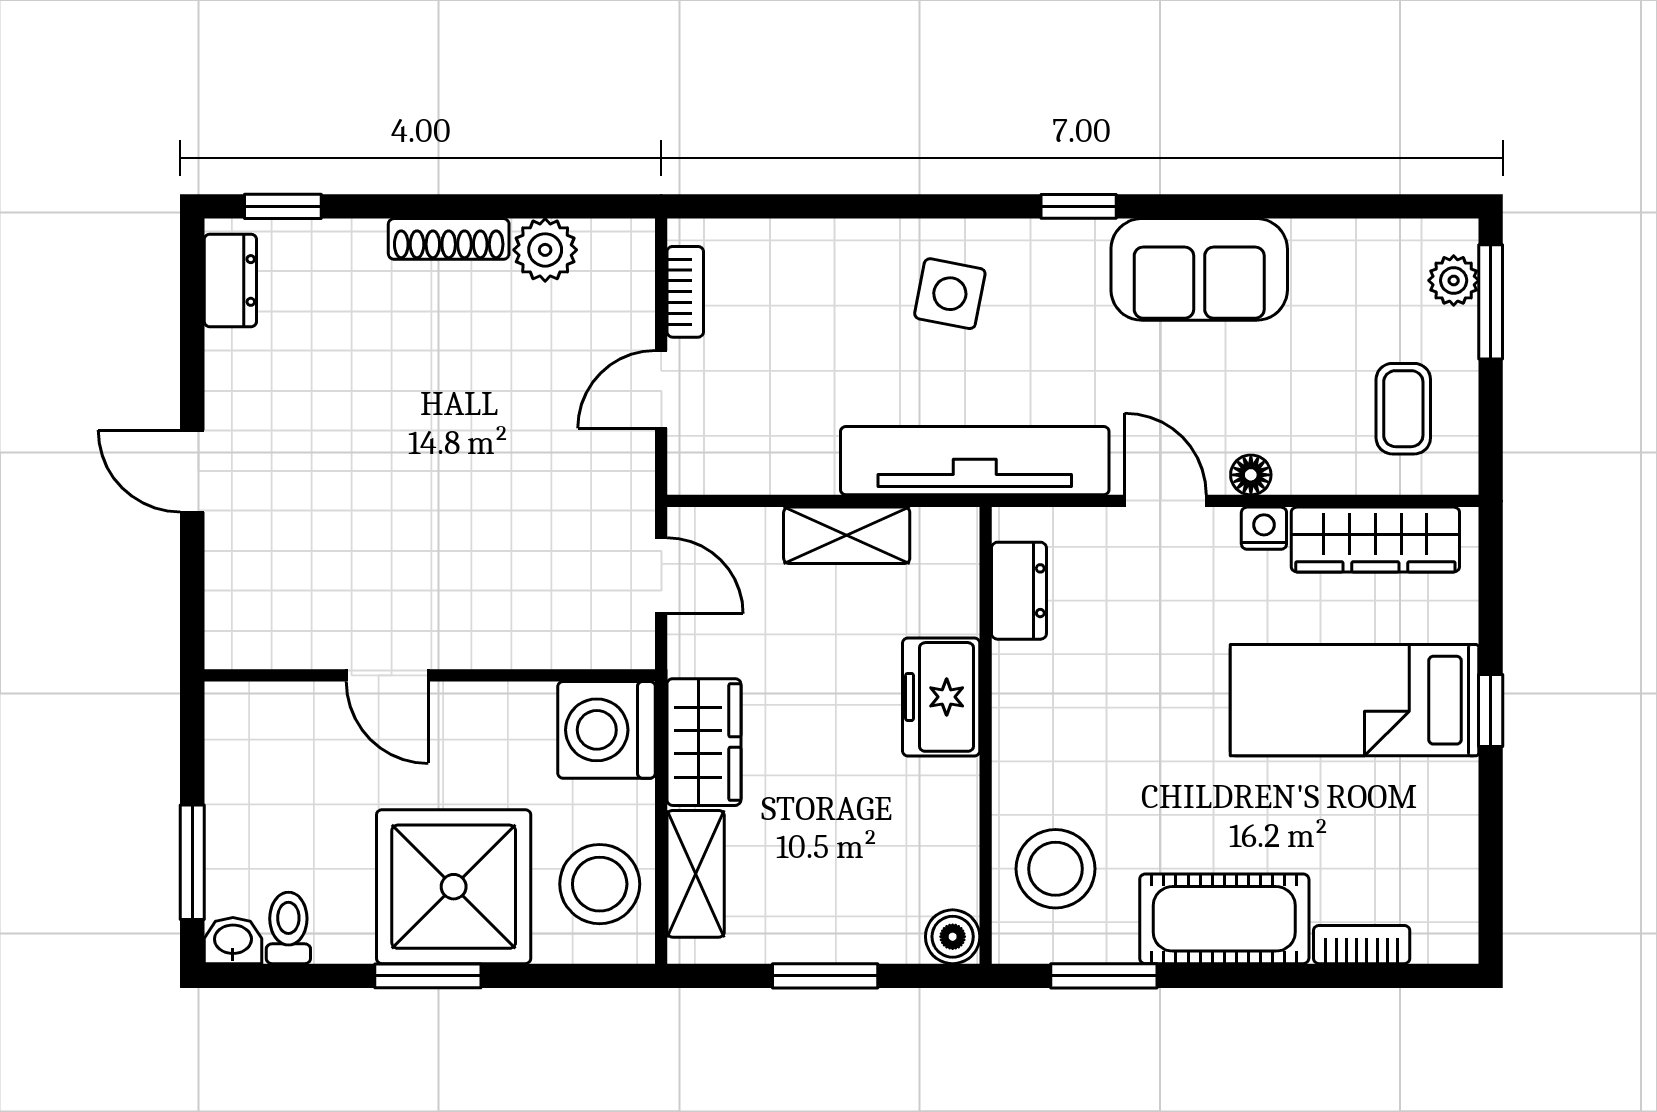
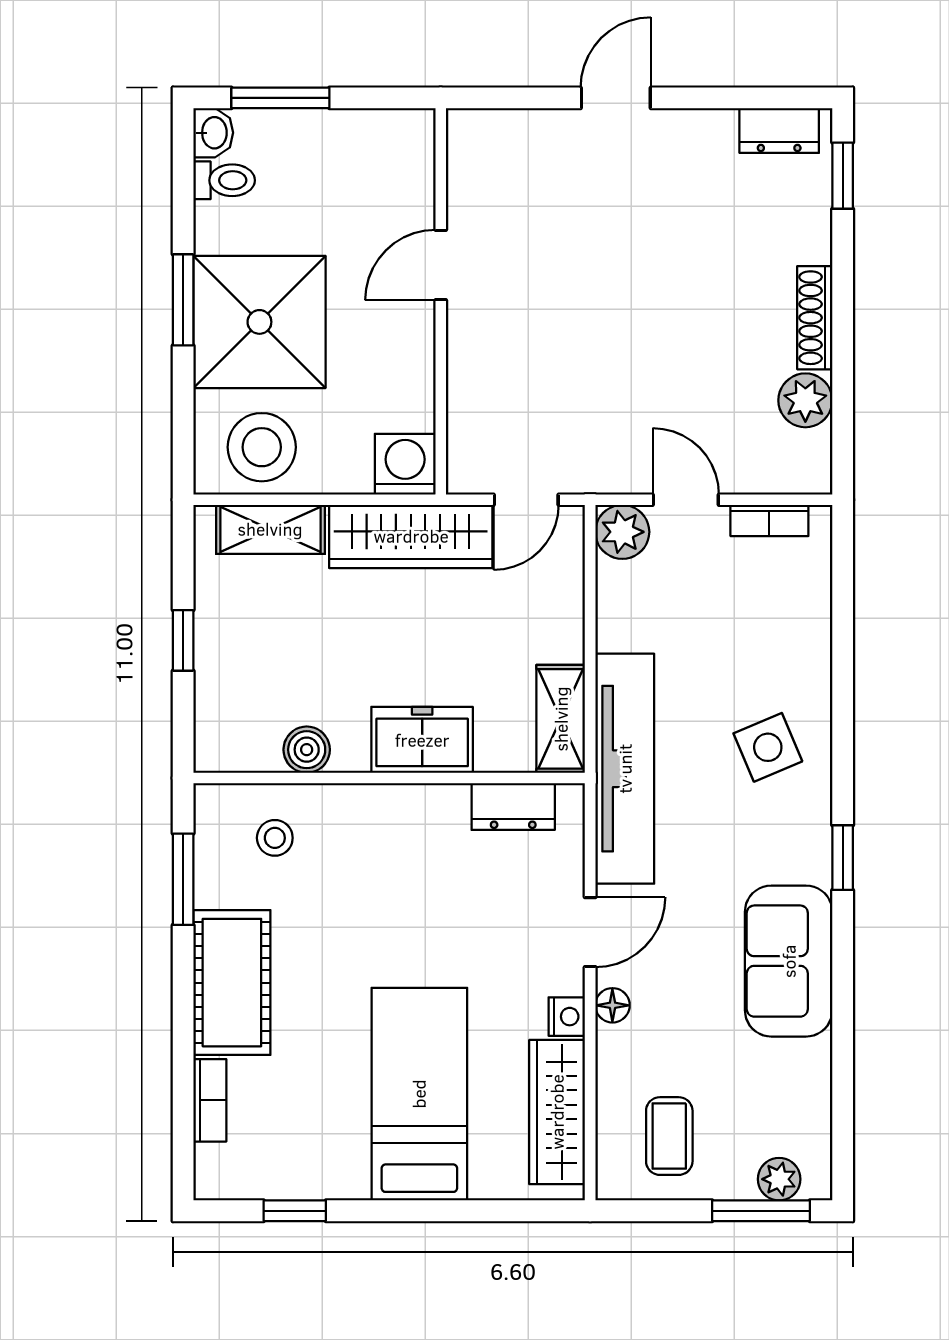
side table: (950, 294) -> (768, 747), turned -34
coffee table: (1403, 409) -> (669, 1136), turned 90
plant: (699, 463) -> (622, 532), added
shelving: (847, 535) -> (561, 719), moved
window: (1491, 710) -> (295, 1211), moved
washing machine: (606, 730) -> (405, 464), width x0.73, depth x0.73
wardrobe: (704, 742) -> (411, 536), width x1.50
stool: (1056, 869) -> (275, 838), width x0.53, depth x0.53
boiler: (953, 937) -> (307, 750), moved
window: (825, 976) -> (183, 640), width x0.67

